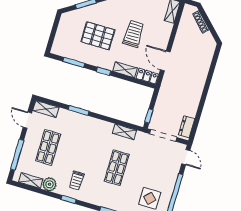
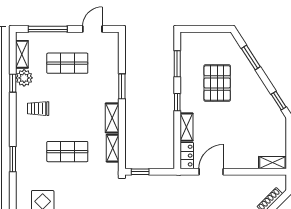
trolley: (133, 34) -> (232, 124), removed
shelving: (46, 109) -> (112, 118), moved
window: (69, 200) -> (13, 83), moved

